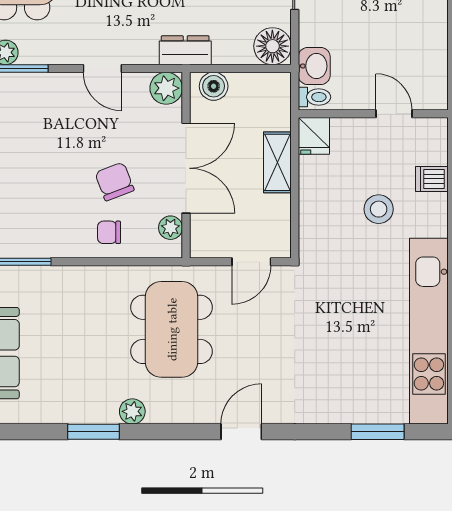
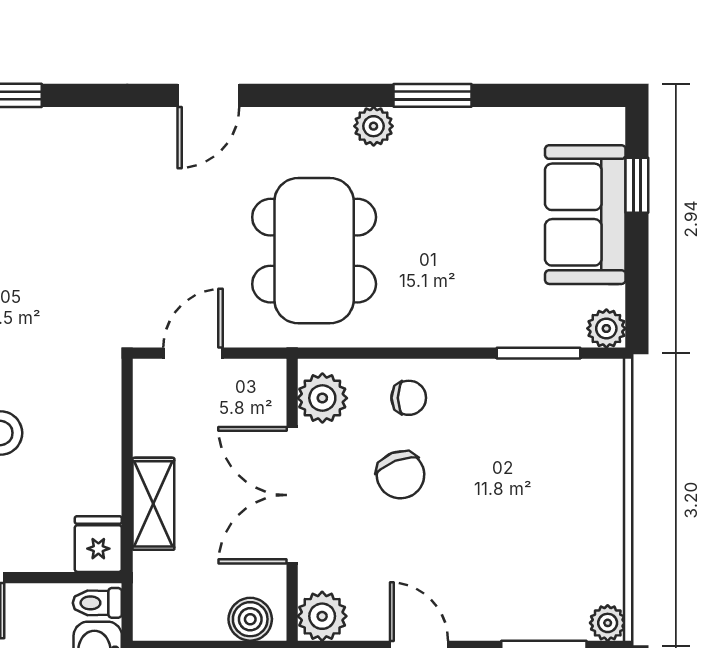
plant: (170, 228) -> (322, 398), width x1.38, depth x1.38

